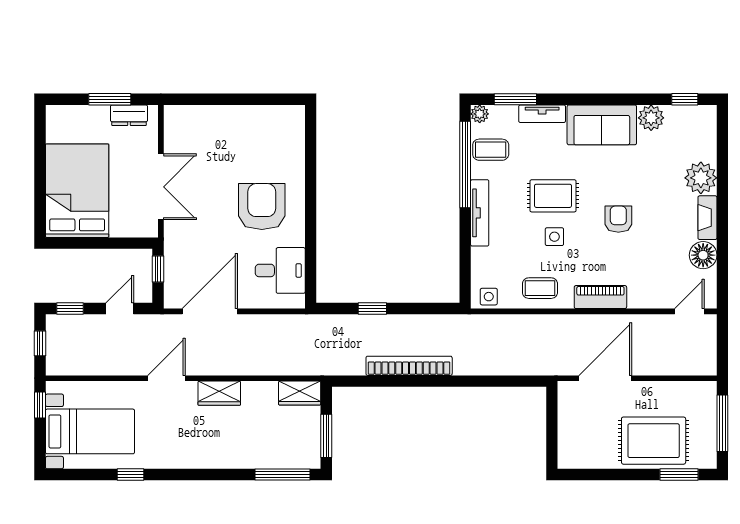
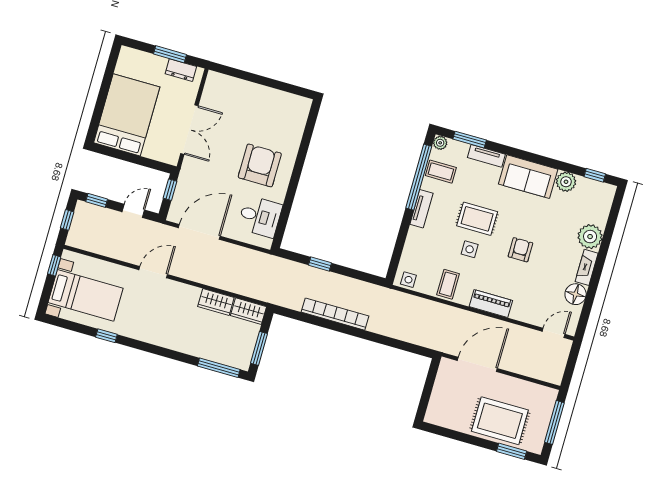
tv unit: (480, 213) -> (421, 209), width x0.71
coffee table: (540, 288) -> (448, 284), turned 90
wardrobe: (219, 393) -> (216, 302), moved

